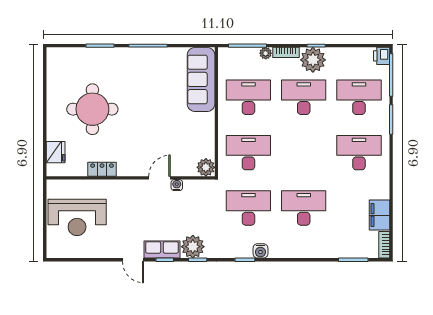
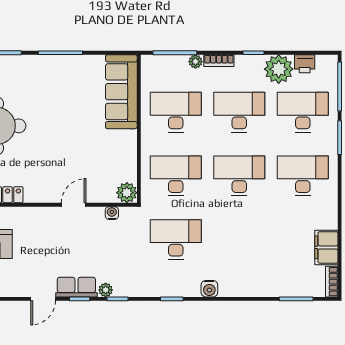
printer: (382, 56) -> (305, 64), moved, turned -90
plant: (313, 60) -> (279, 69), moved
water cooler: (177, 185) -> (112, 213), moved
desk: (304, 208) -> (239, 176), moved
plant: (193, 247) -> (106, 290), width x0.53, depth x0.53
water cooler: (260, 251) -> (209, 289), moved
door: (133, 260) -> (43, 299), hinge flipped

